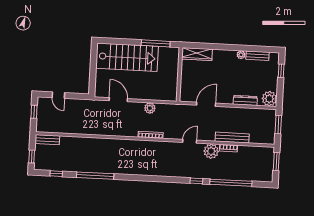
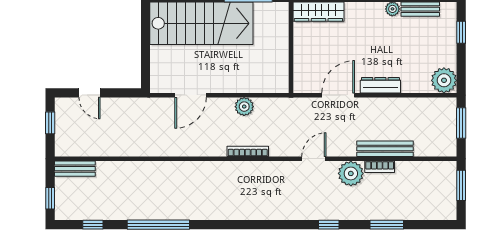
door: (118, 100) -> (191, 95), swing flipped
dresser: (245, 100) -> (380, 85), moved
window: (231, 183) -> (387, 225), width x0.47

